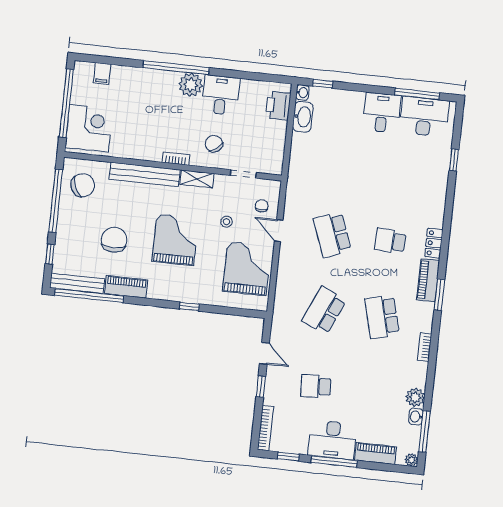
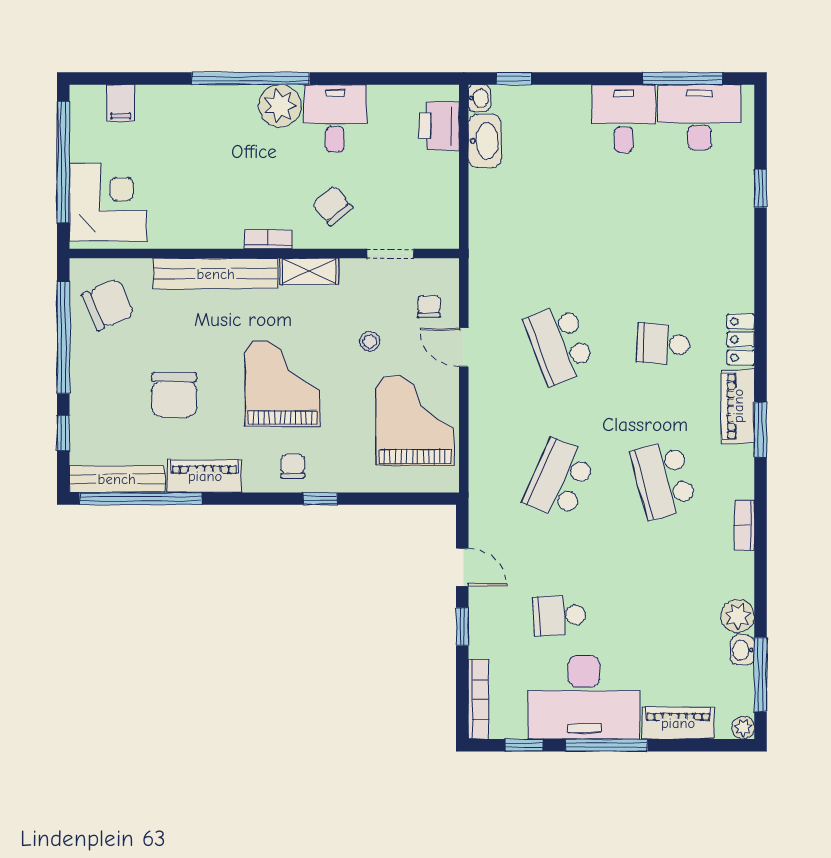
chair: (114, 240) -> (174, 395), turned 180
chair: (176, 287) -> (293, 466), added
desk: (332, 440) -> (584, 697), width x1.36, depth x1.30

